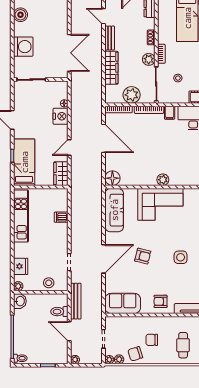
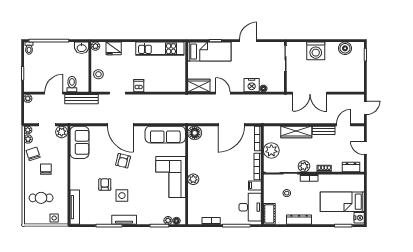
dishwasher: (61, 217) -> (139, 86), moved
armchair: (161, 301) -> (105, 184), moved
plant: (111, 323) -> (62, 132), added

